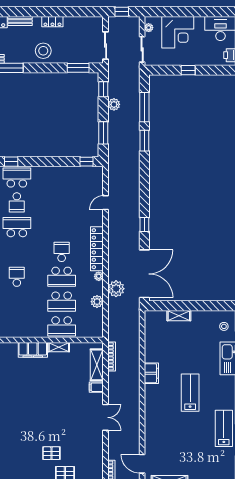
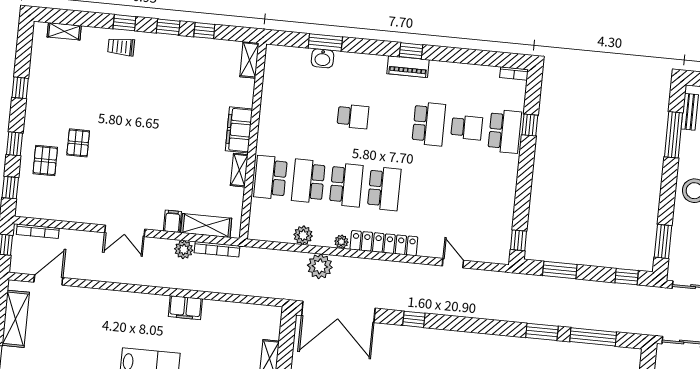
plant: (114, 104) -> (184, 250), moved
school desk: (17, 202) -> (467, 128), turned 180
school desk: (62, 252) -> (384, 189), width x1.85
school desk: (62, 277) -> (346, 185), turned 180

